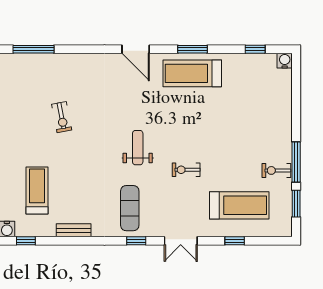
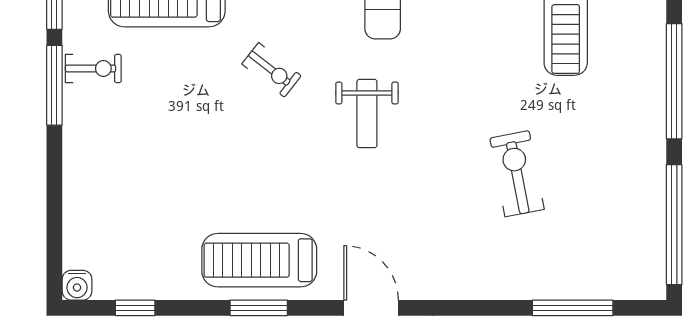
treadmill: (192, 73) -> (259, 260), turned 180
exercise bike: (62, 117) -> (517, 174), width x1.38, depth x1.39
exercise bike: (186, 170) -> (272, 70), turned 38

